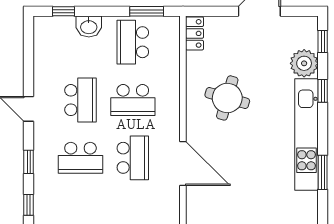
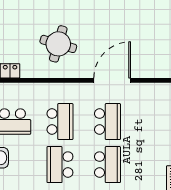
school desk: (80, 100) -> (60, 165), turned -90
school desk: (133, 158) -> (107, 122), turned 90

